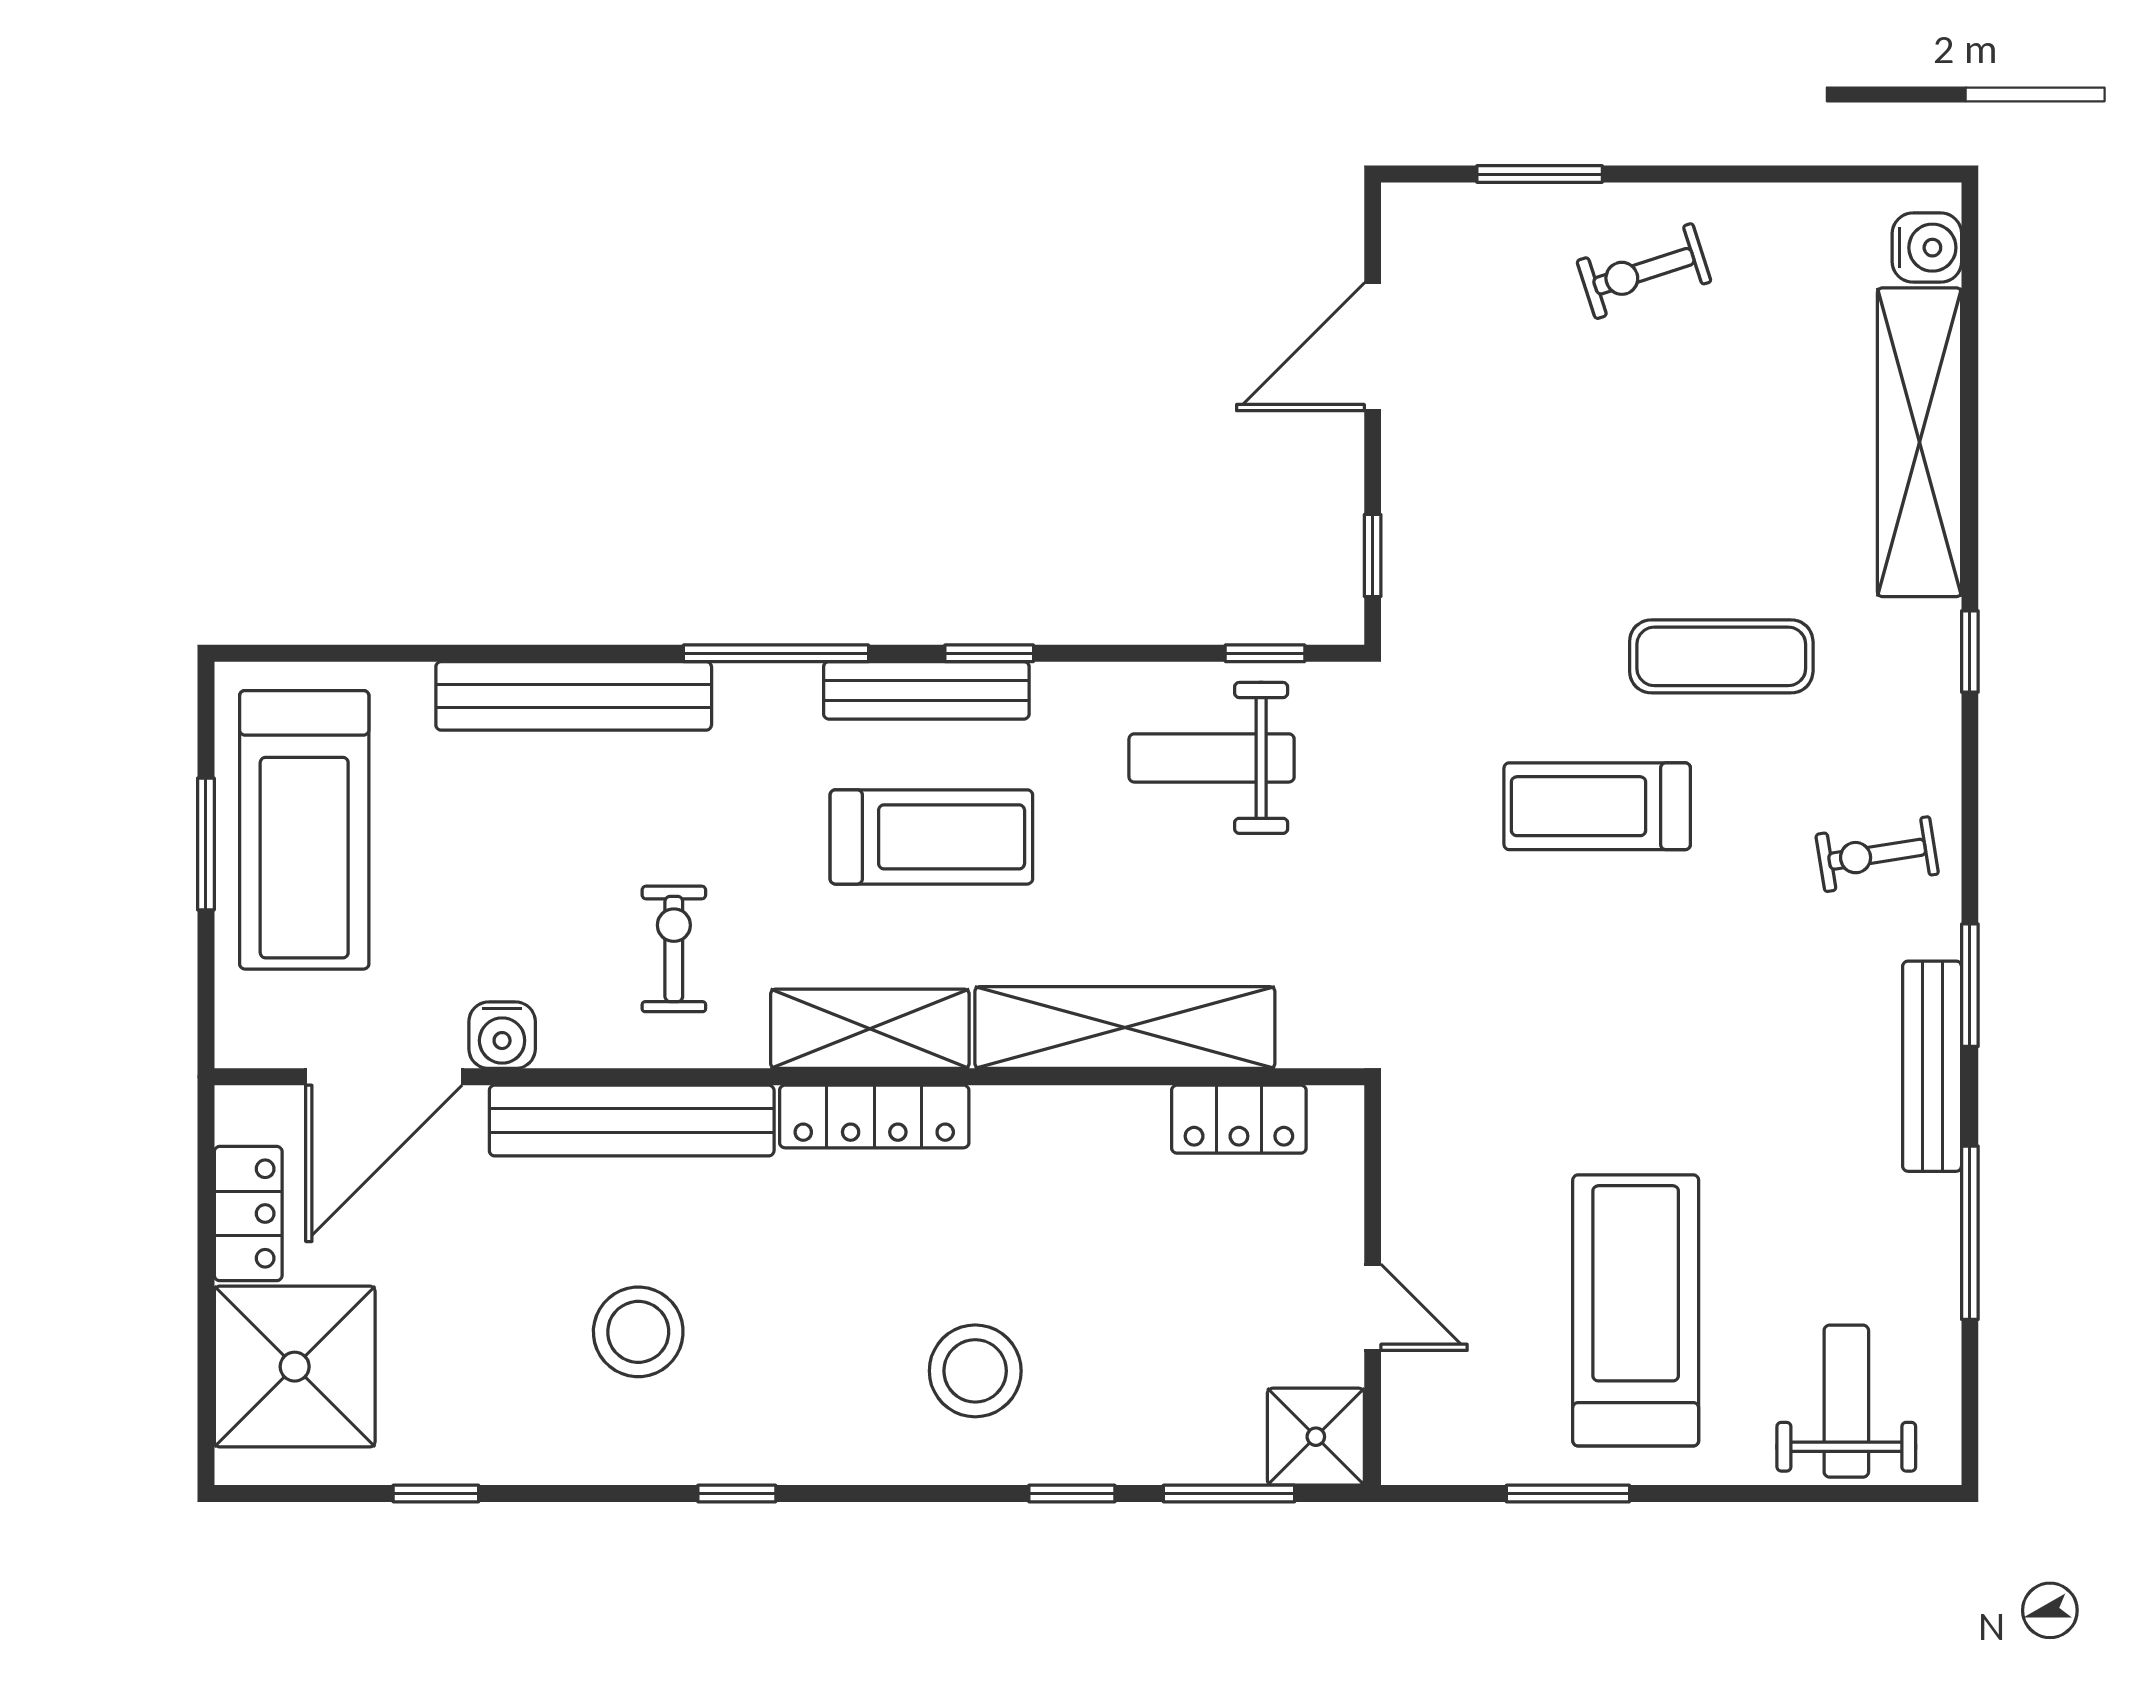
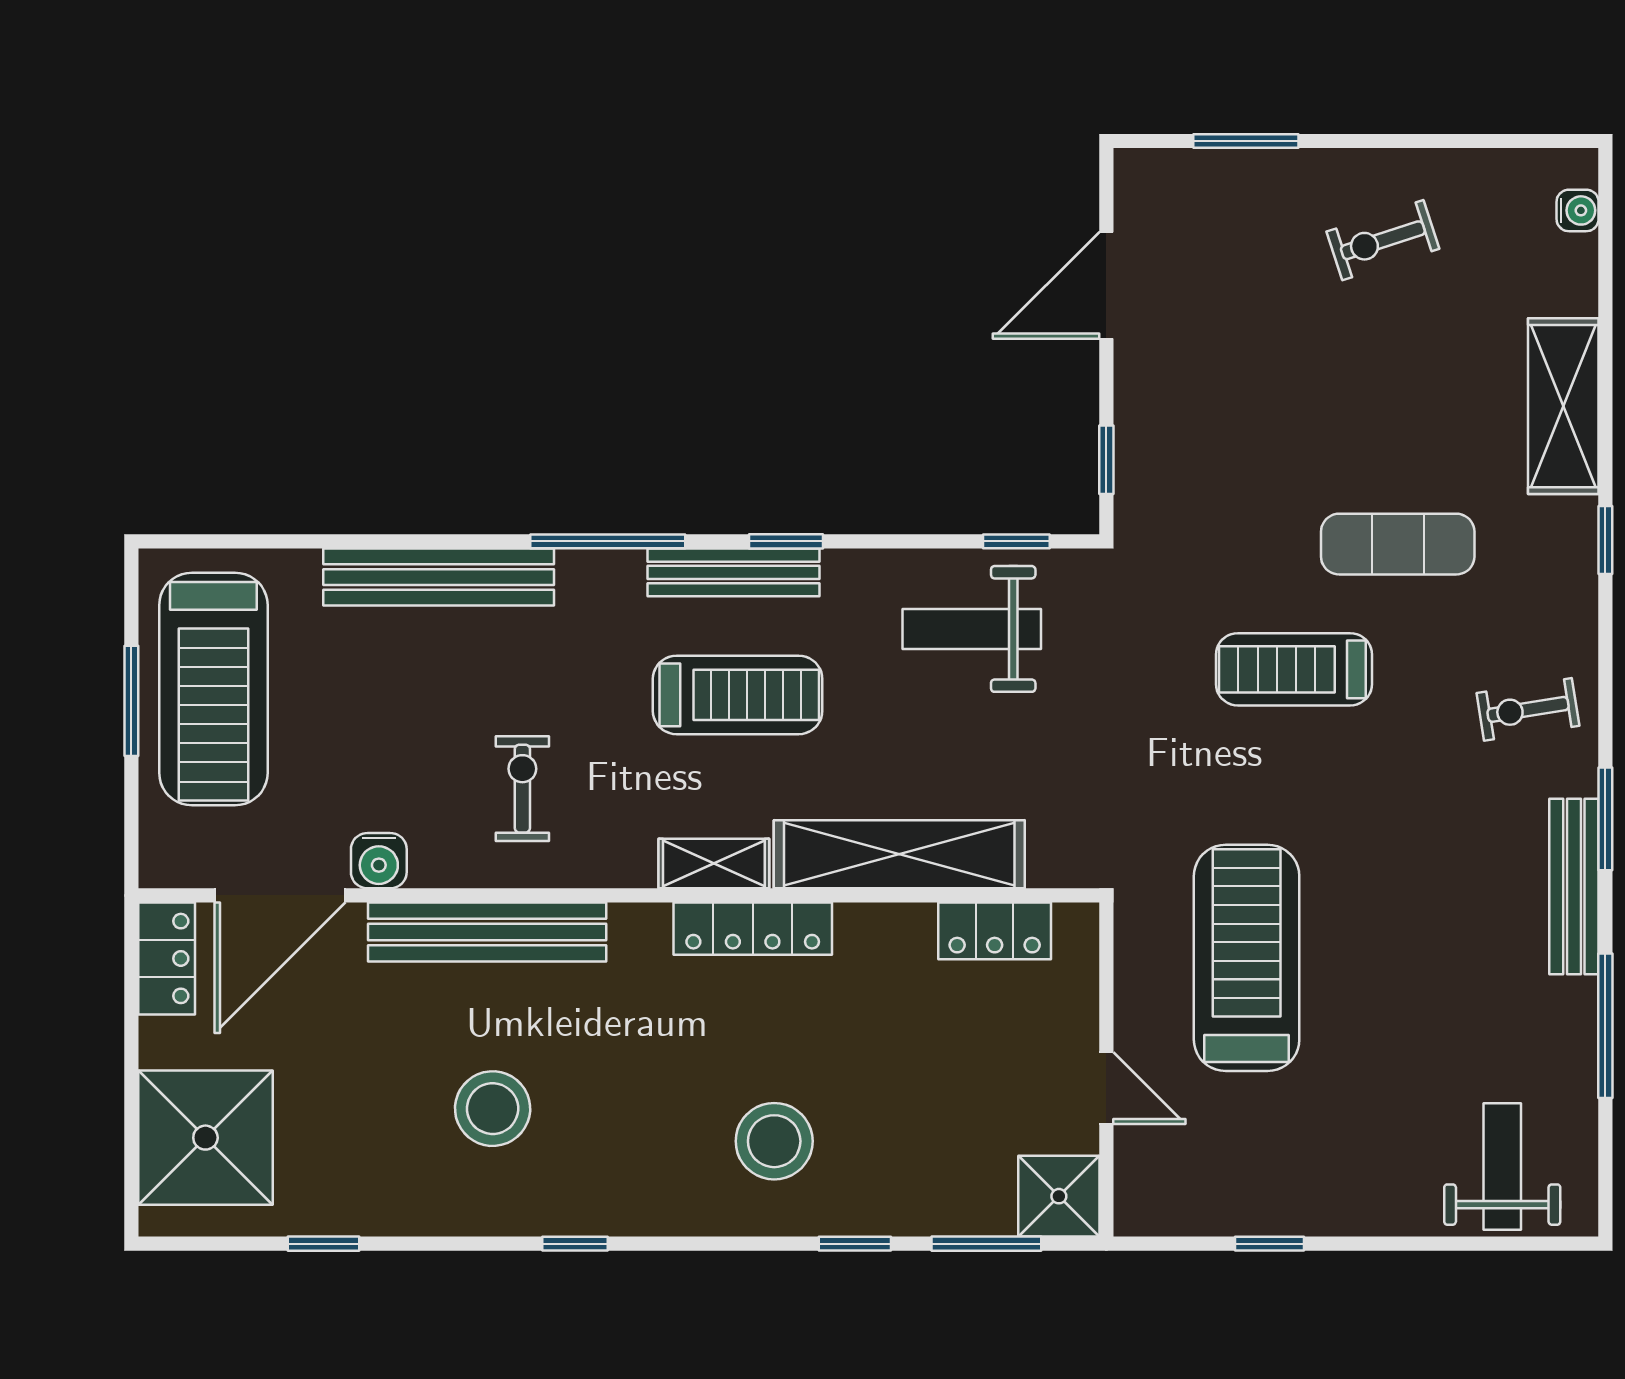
water cooler: (1927, 248) -> (1578, 210), width x0.72, depth x0.72
exercise bike: (1644, 271) -> (1383, 240), moved
shelving: (1919, 442) -> (1563, 406), width x0.68
shelving: (870, 1029) -> (714, 864), width x0.67, depth x0.75
locker: (874, 1116) -> (753, 929), moved
locker: (248, 1214) -> (167, 958), moved
treadmill: (1636, 1310) -> (1247, 958), moved
window: (1568, 1493) -> (1270, 1244), width x0.67

